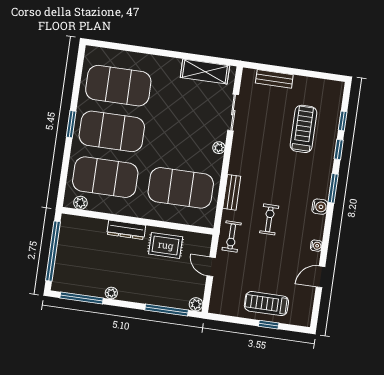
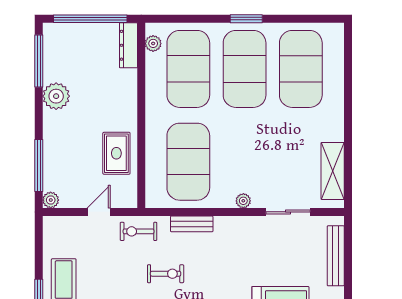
bench: (274, 79) -> (336, 256), width x1.36
dresser: (126, 230) -> (128, 45), moved
plant: (111, 293) -> (56, 96), width x1.87, depth x1.87

